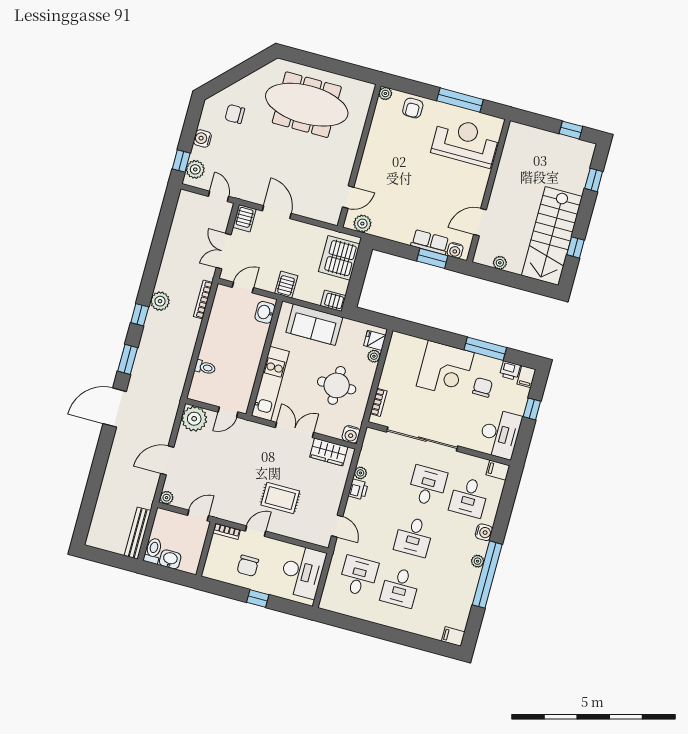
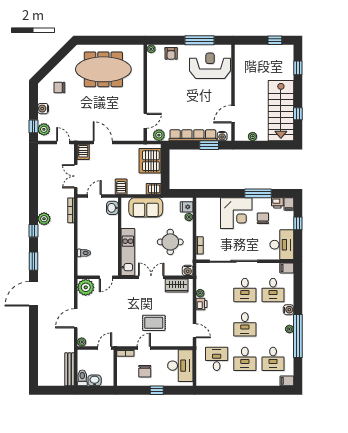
row of seats: (430, 242) -> (193, 135), width x2.02
desk: (427, 486) -> (245, 290), turned 180
desk: (442, 598) -> (273, 359), added

